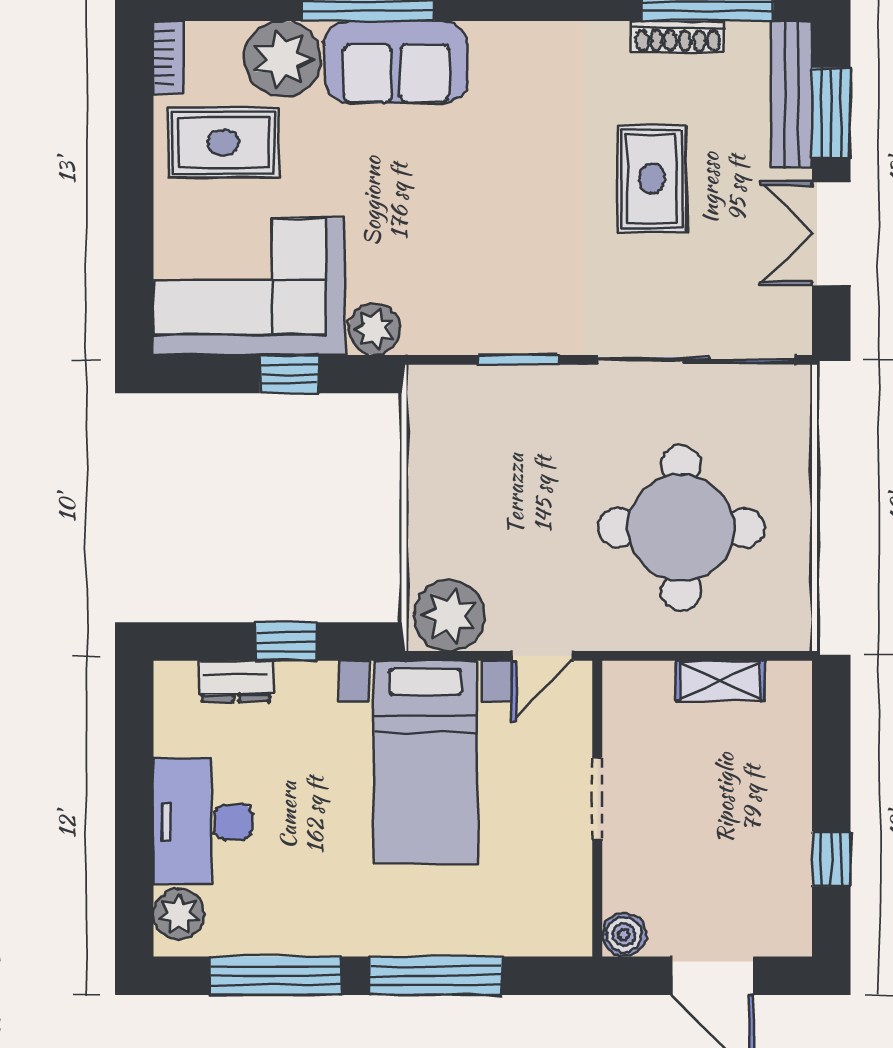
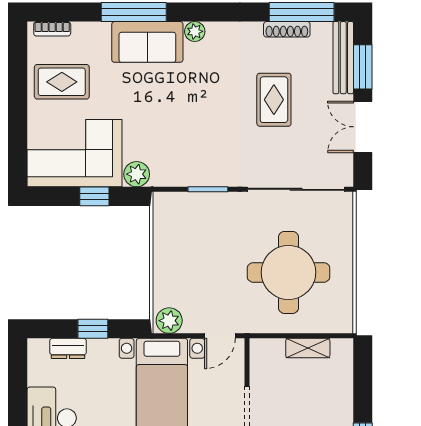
bookcase: (168, 58) -> (52, 29), moved, turned 90
plant: (283, 59) -> (195, 31), moved, width x0.53, depth x0.53
plant: (450, 616) -> (169, 321), width x0.73, depth x0.73

